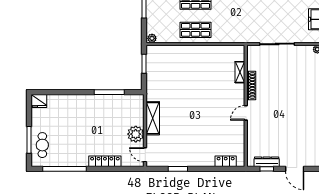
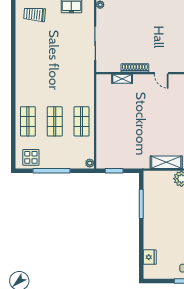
fridge: (39, 101) -> (150, 257), moved

